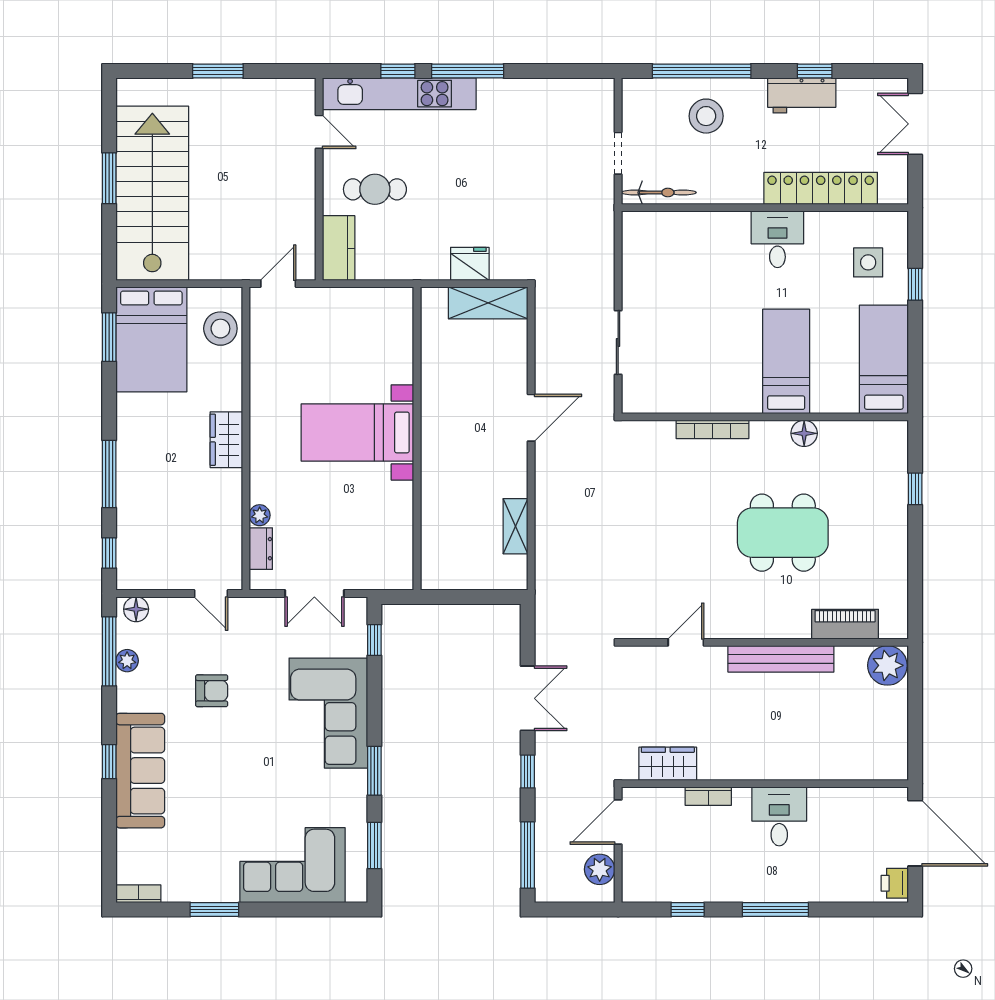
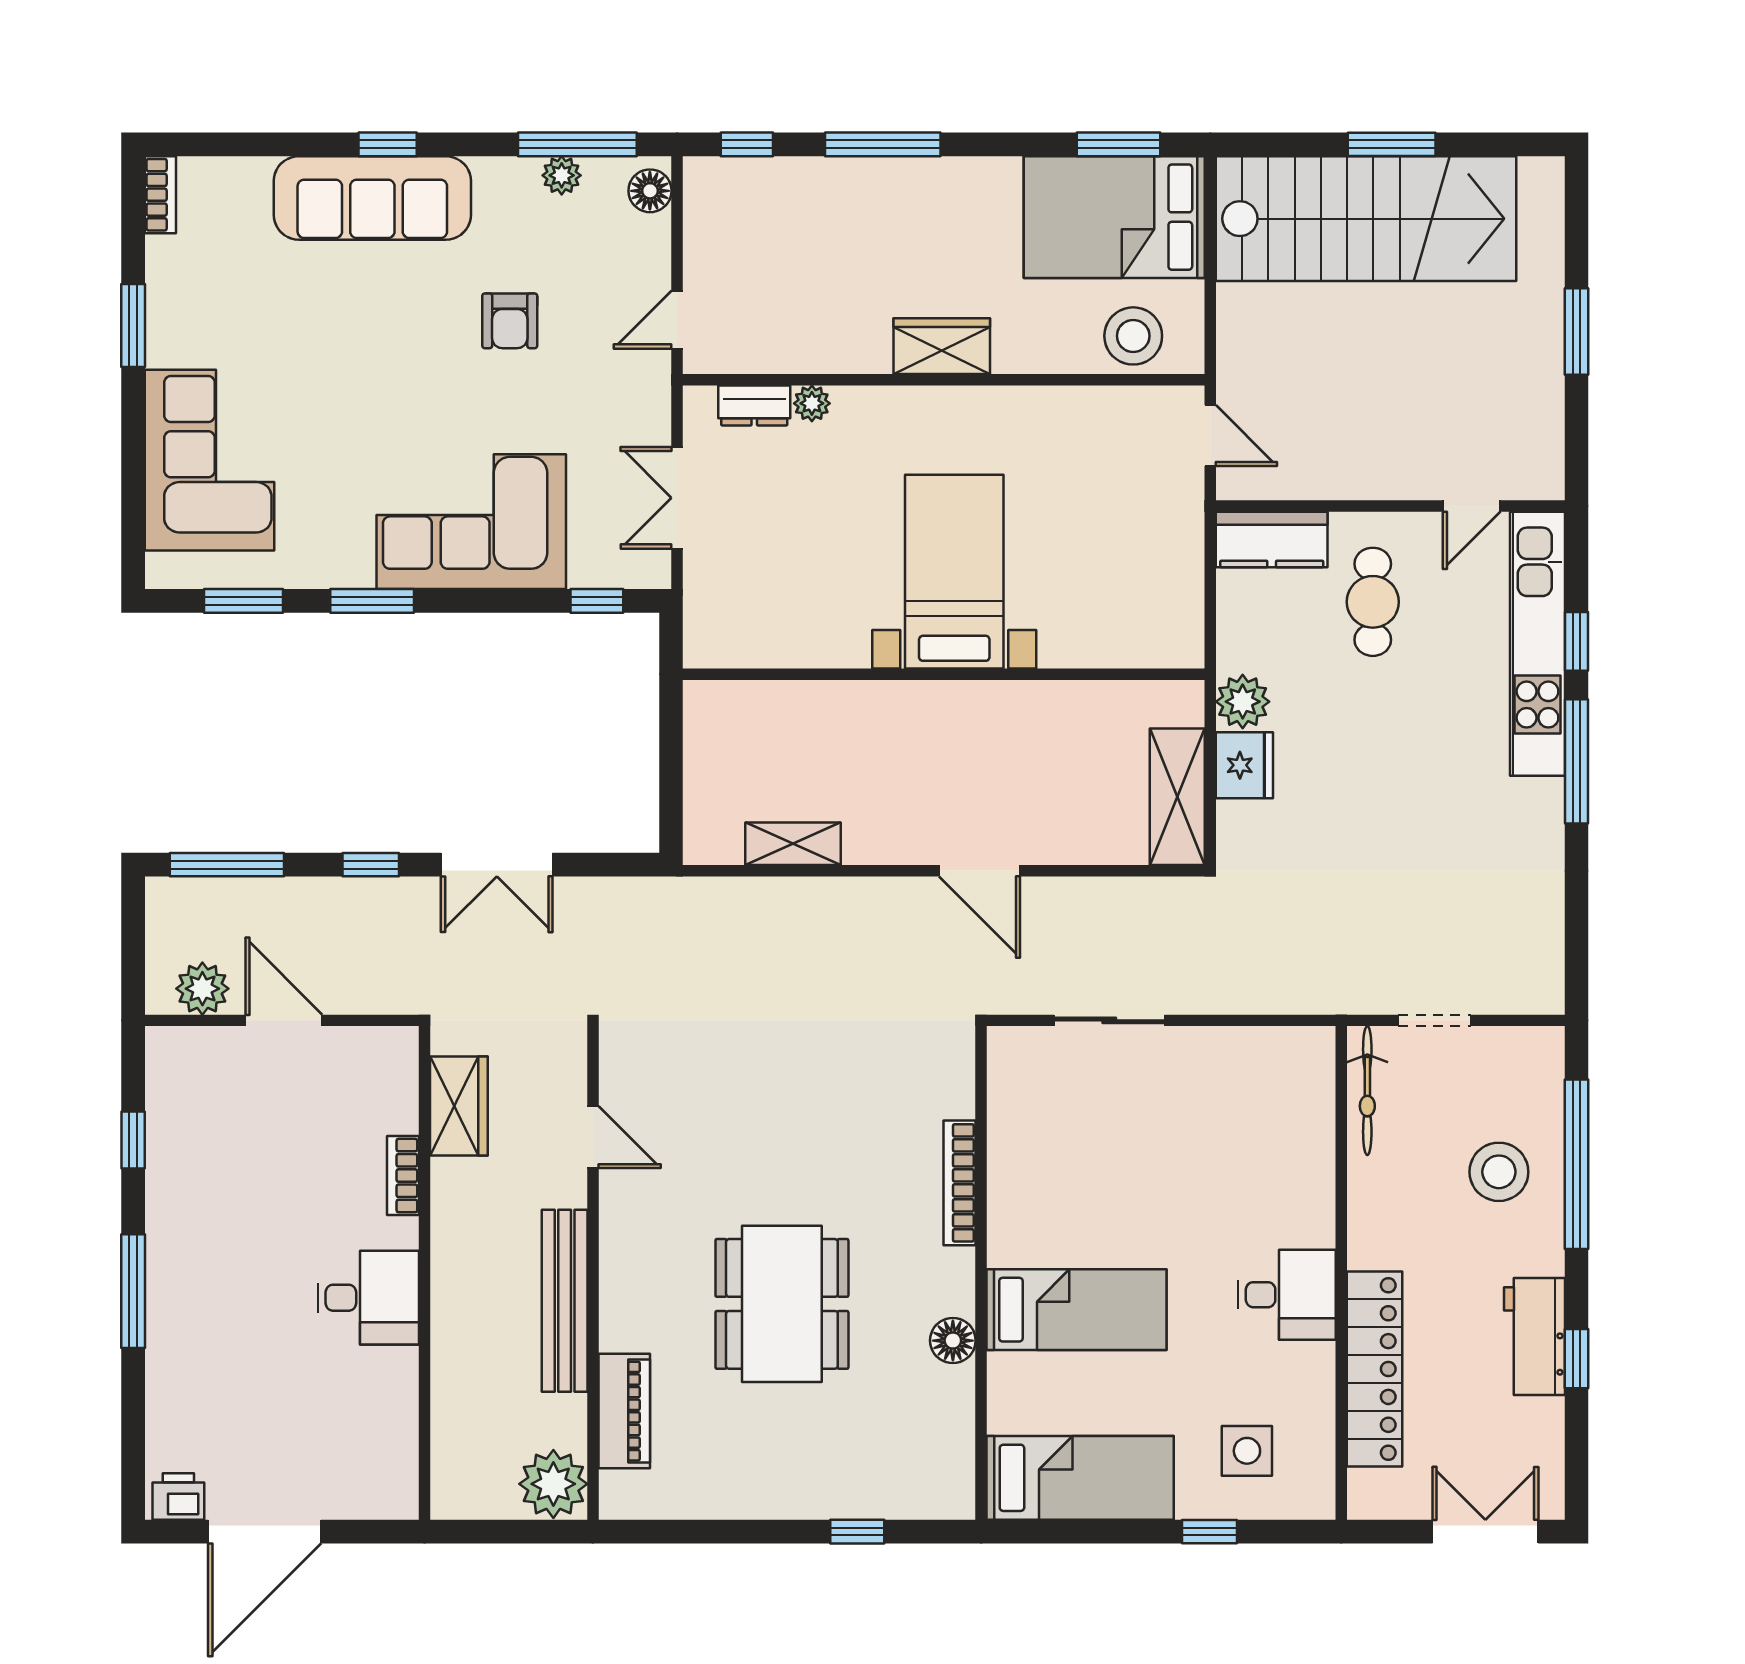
plant: (433, 265) -> (1243, 702), added
wardrobe: (668, 764) -> (459, 1106), moved
wall: (765, 784) -> (425, 1273), moved
bookcase: (708, 796) -> (403, 1176), moved
desk: (779, 816) -> (368, 1298), moved

